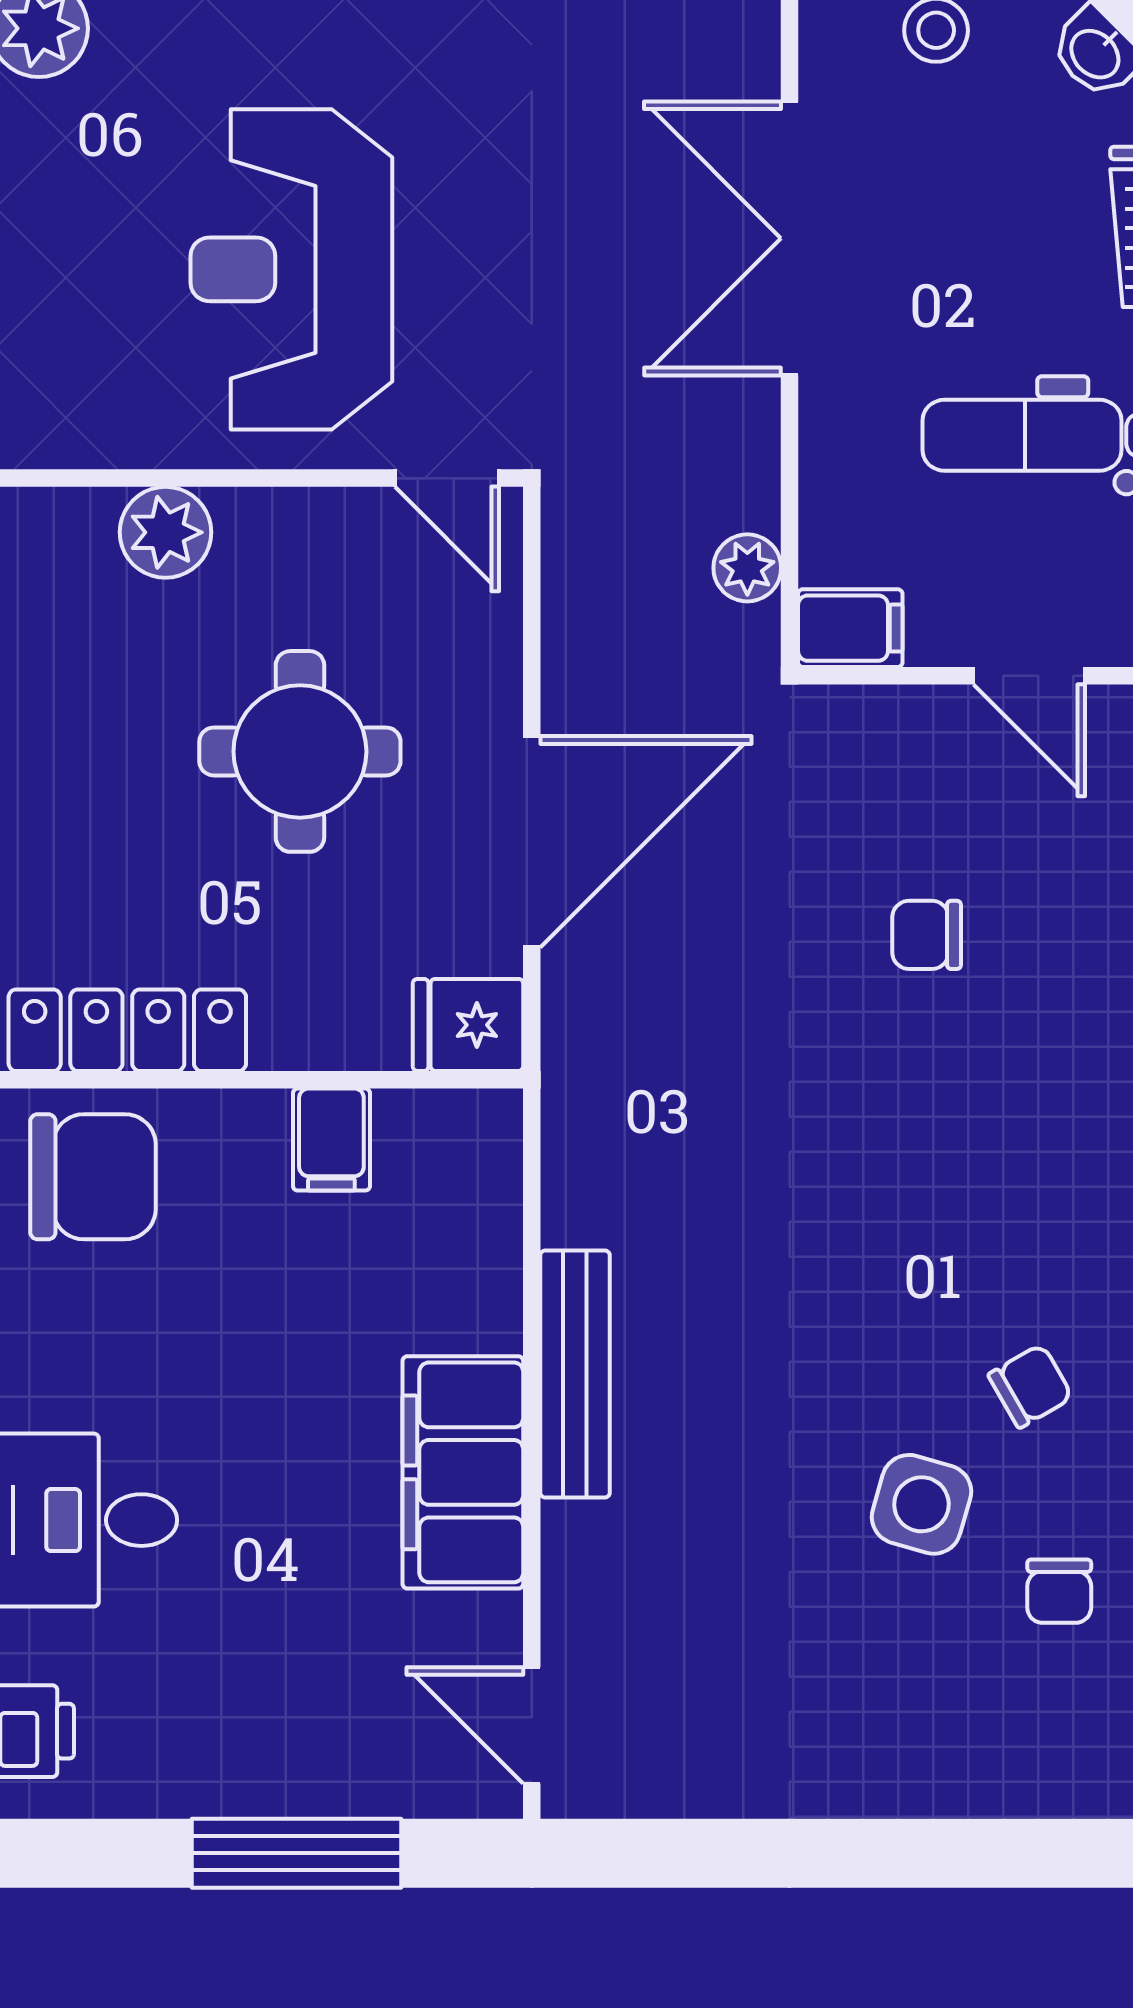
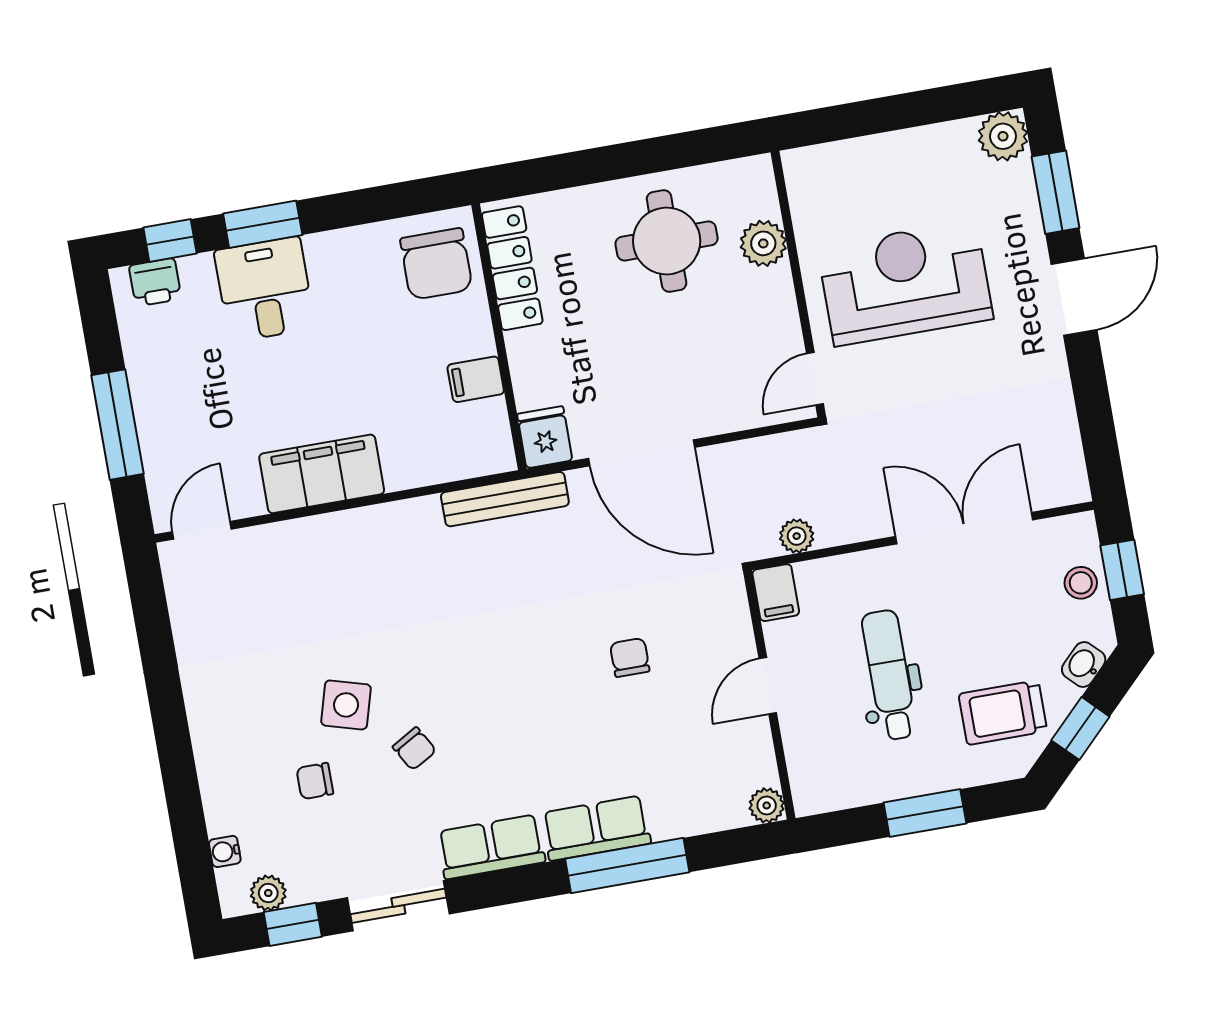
round table: (300, 751) -> (667, 241), moved
bench: (575, 1374) -> (505, 499), moved

